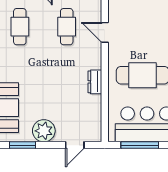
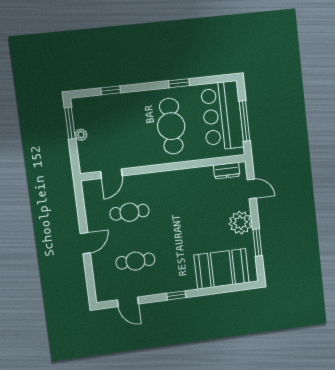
door: (105, 32) -> (111, 174), moved
dresser: (95, 82) -> (227, 171), moved

